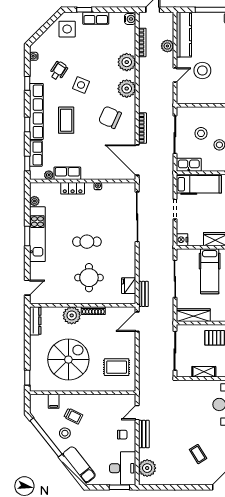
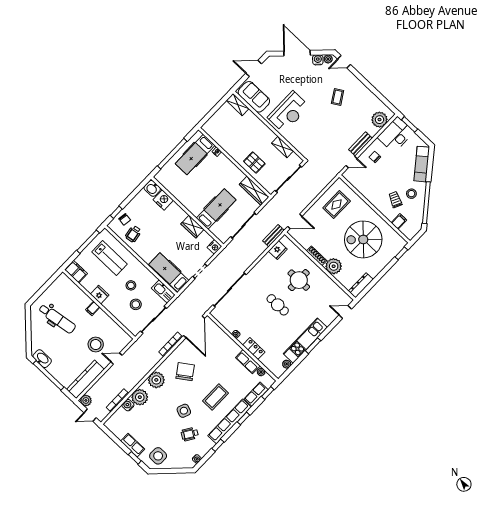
water cooler: (130, 19) -> (128, 405), moved
plant: (167, 46) -> (86, 400), moved
chair: (110, 117) -> (185, 372), turned -149
rug: (117, 367) -> (337, 204), turned 90

